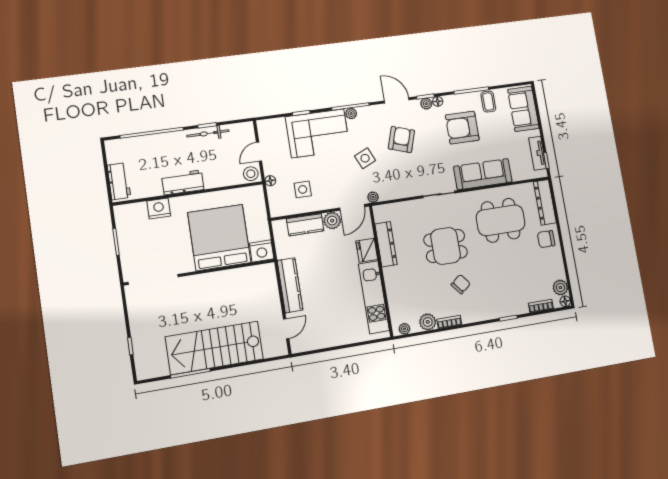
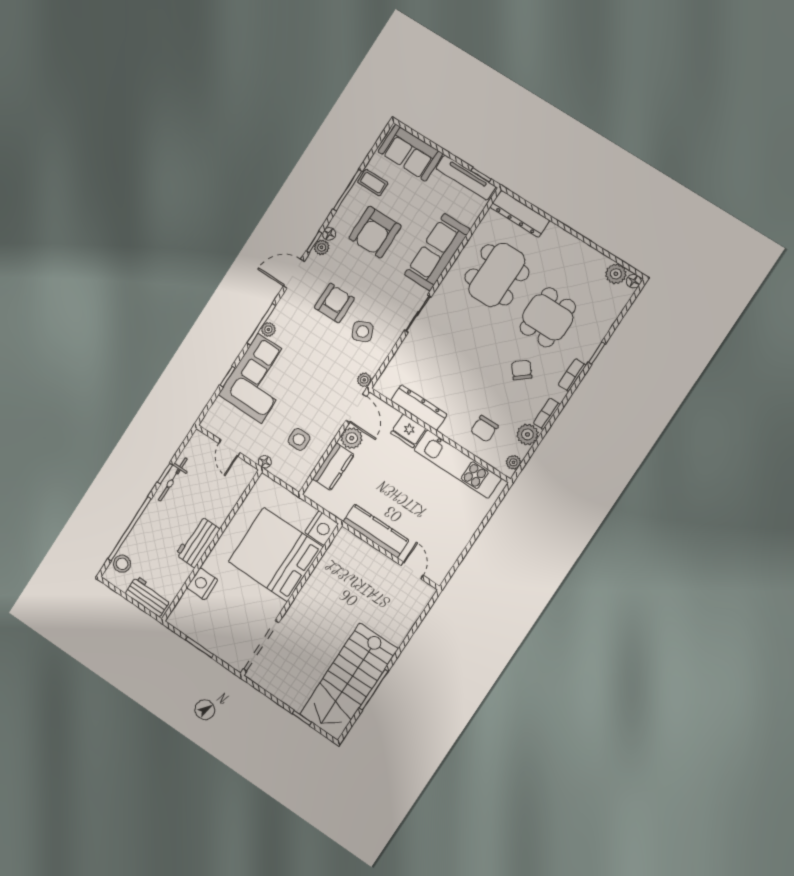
armchair: (401, 139) -> (334, 303), turned 72
tv unit: (537, 153) -> (466, 178), width x1.41
side table: (365, 158) -> (363, 331), moved
stool: (251, 174) -> (122, 564), moved
chair: (546, 239) -> (484, 429), moved
dining table: (446, 246) -> (548, 317), moved
bookcase: (541, 306) -> (572, 375), moved
stairs: (214, 348) -> (349, 681), moved

